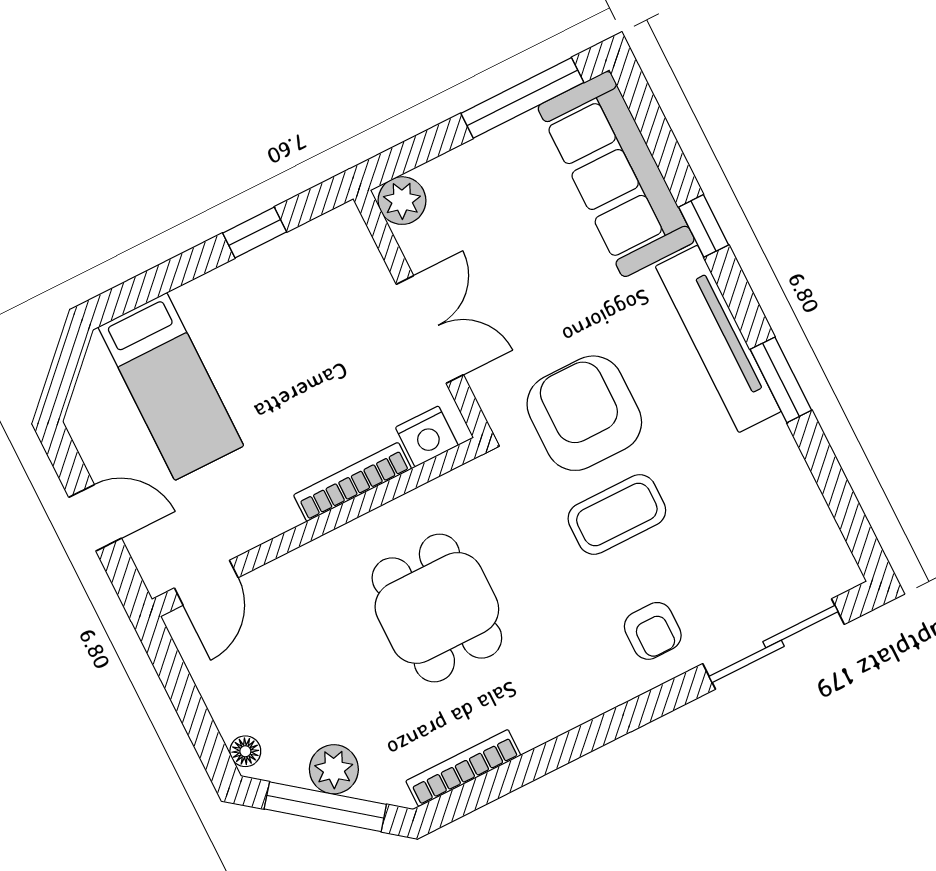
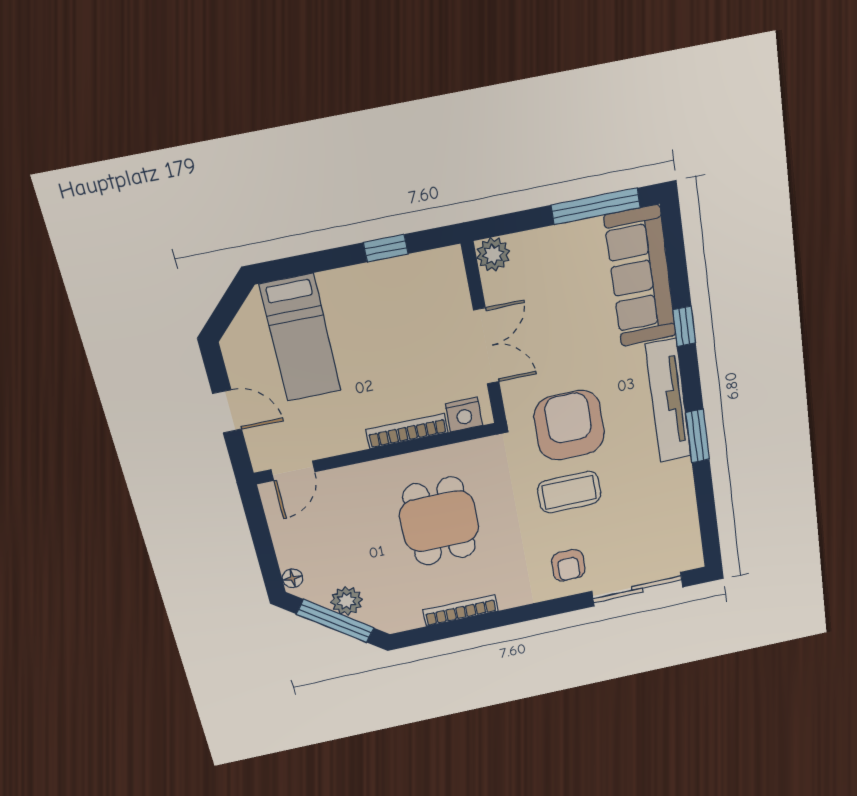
bookcase: (463, 768) -> (460, 611), moved

